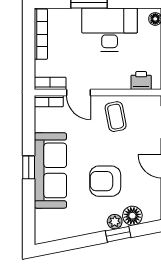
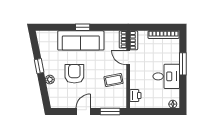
desk: (110, 30) -> (166, 76), width x0.73
door: (79, 93) -> (128, 58), hinge flipped
floor lamp: (132, 216) -> (53, 90), removed
window: (118, 234) -> (39, 66), moved

